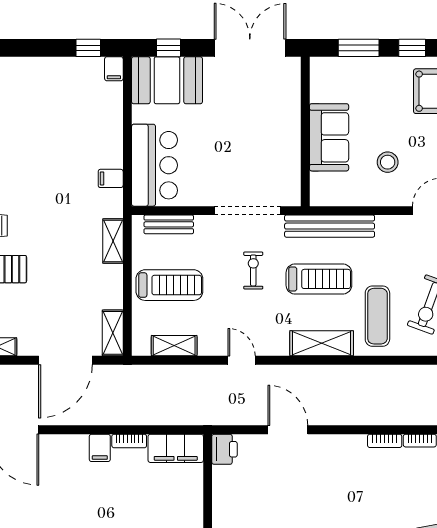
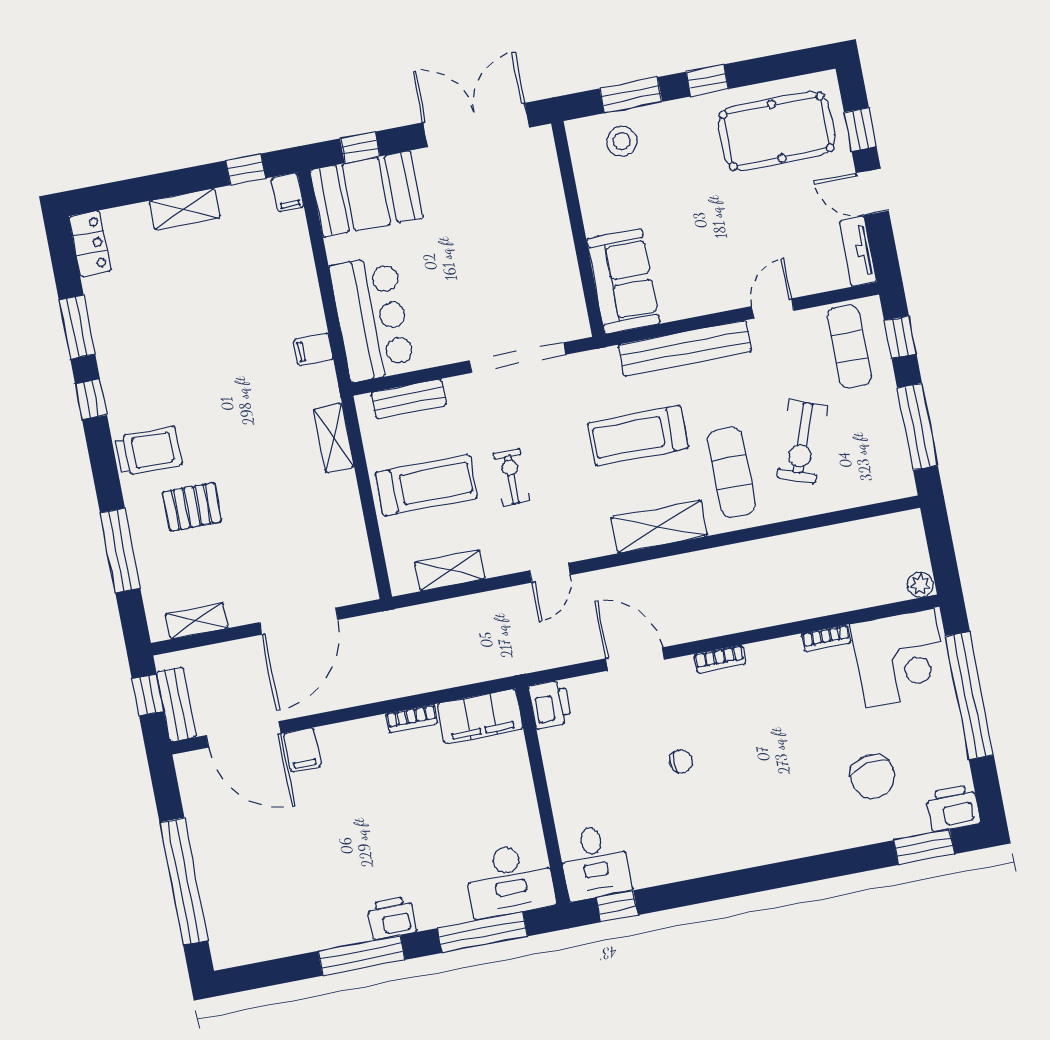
sofa: (329, 137) -> (623, 281), moved
stool: (388, 162) -> (622, 141), moved
bench: (330, 226) -> (685, 348), moved
exercise bike: (253, 270) -> (512, 477), moved
treadmill: (319, 279) -> (638, 436), turned 180
shelving: (113, 333) -> (185, 209), moved, turned 90
door: (242, 360) -> (550, 573), swing flipped
bookcase: (385, 441) -> (720, 659), moved
filing cabinet: (100, 448) -> (302, 750), moved
chair: (306, 505) -> (681, 761), added

